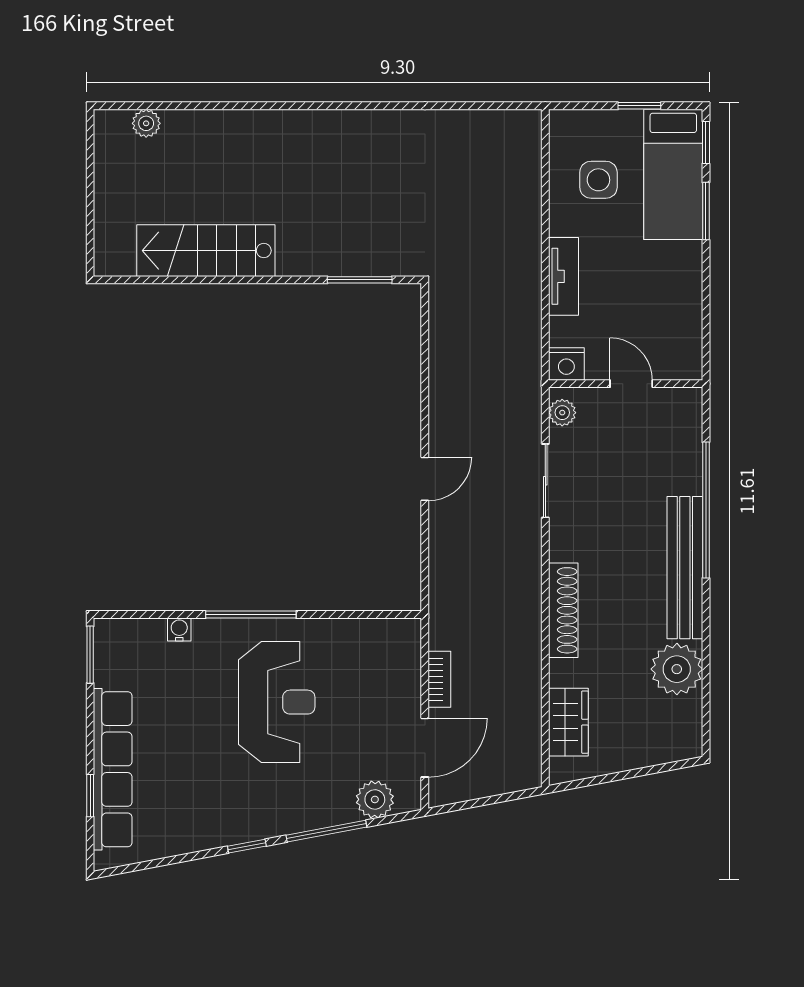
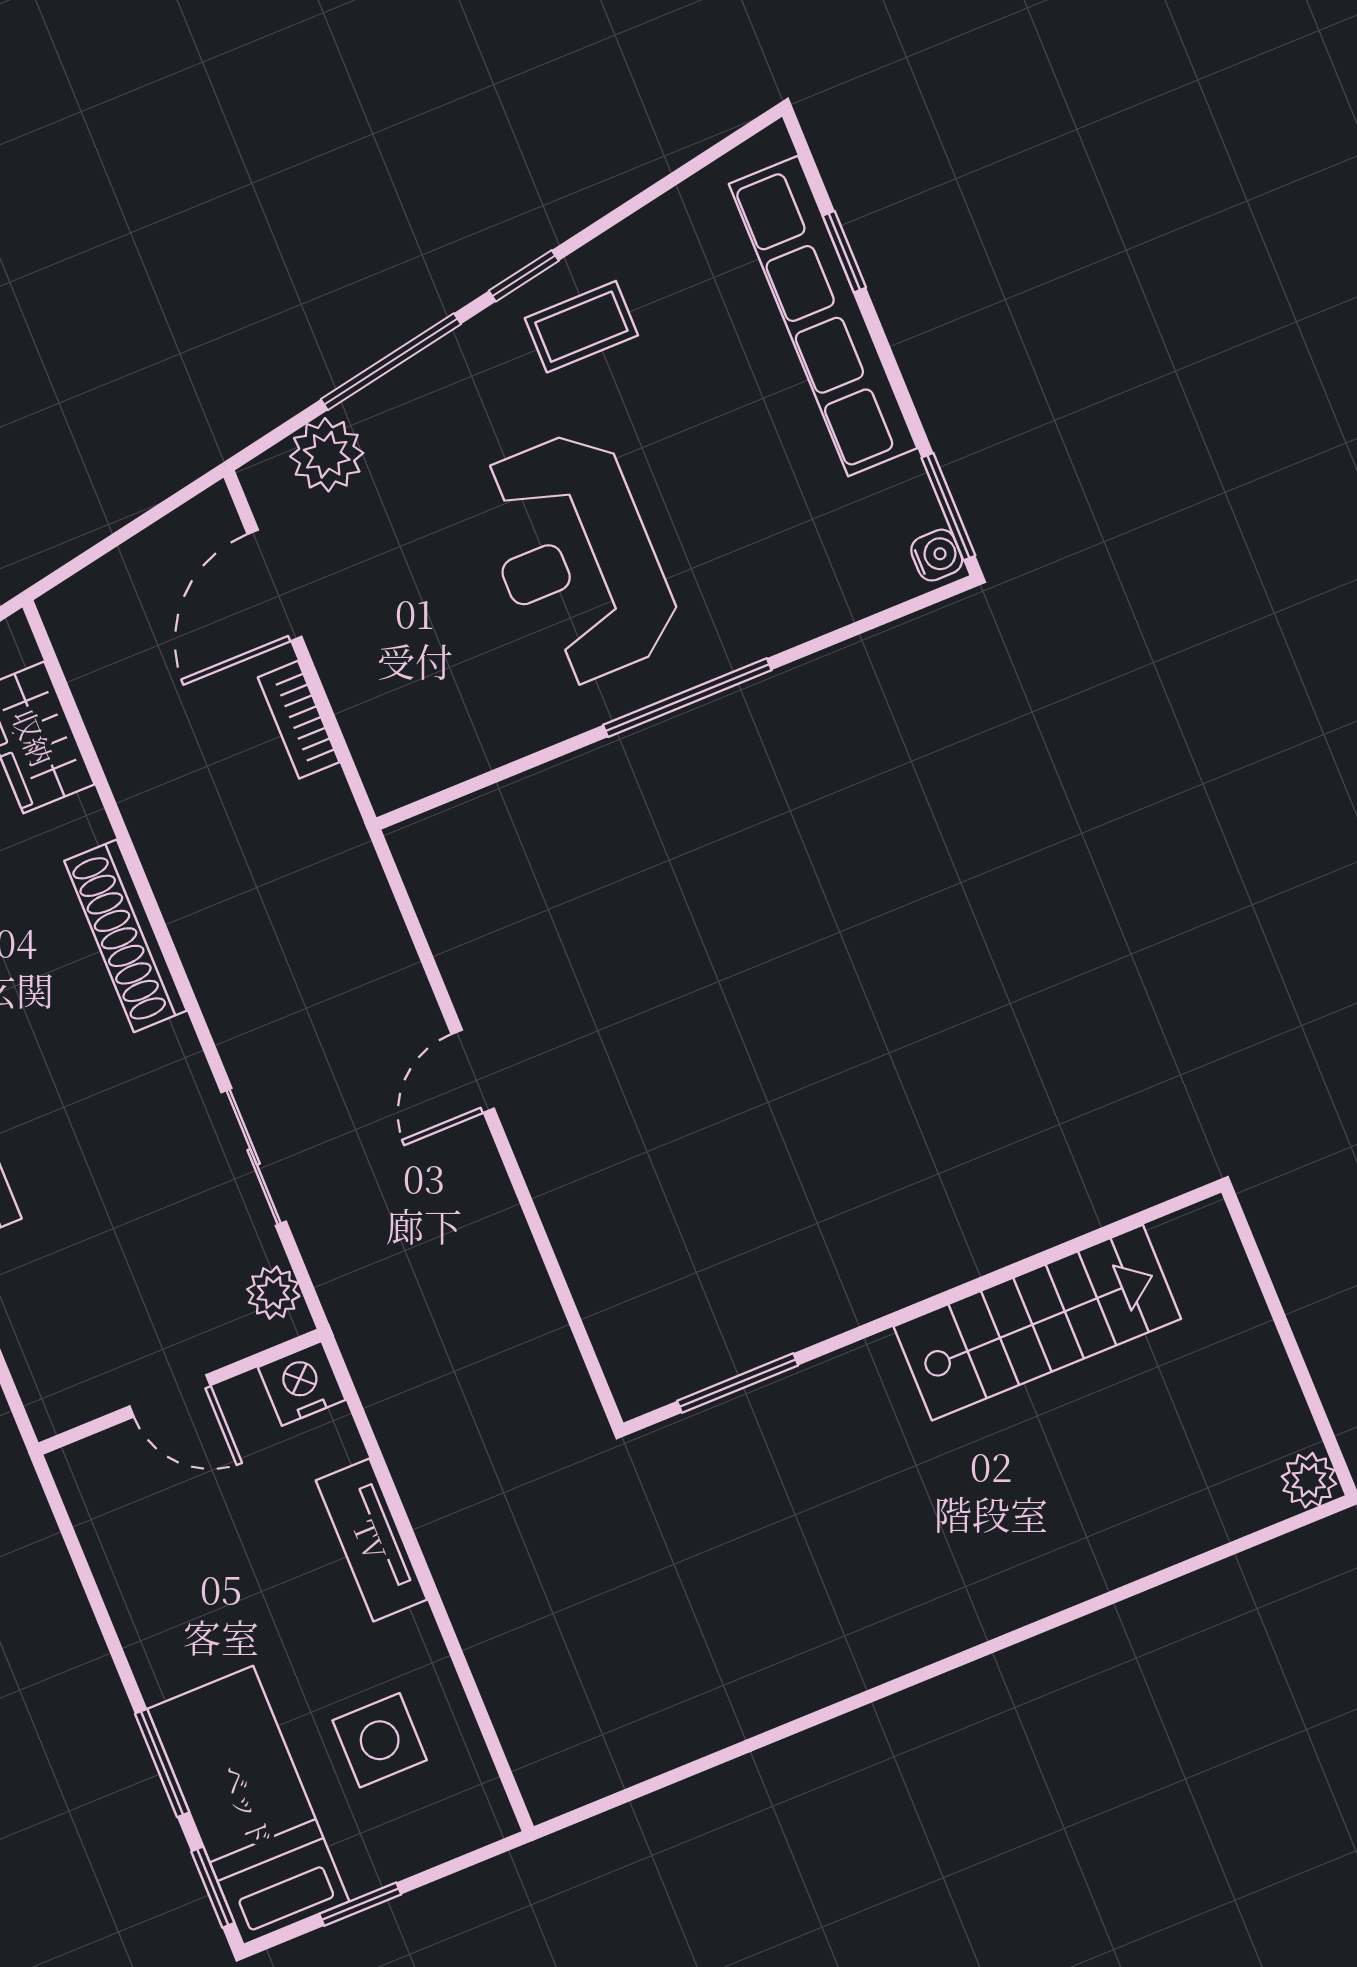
plant: (146, 123) -> (1309, 1480), moved
water cooler: (179, 630) -> (937, 555), moved, turned -90
coffee table: (229, 811) -> (581, 327), added

